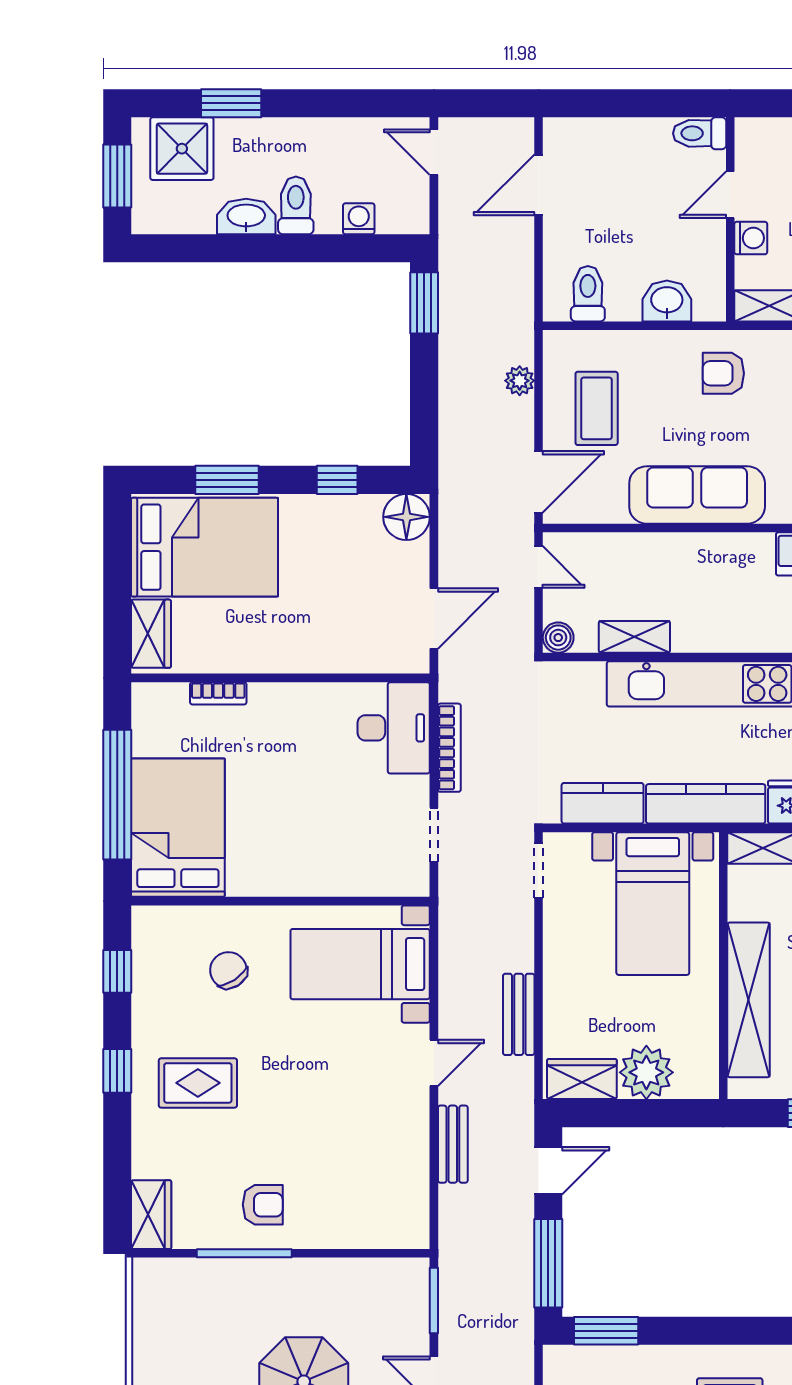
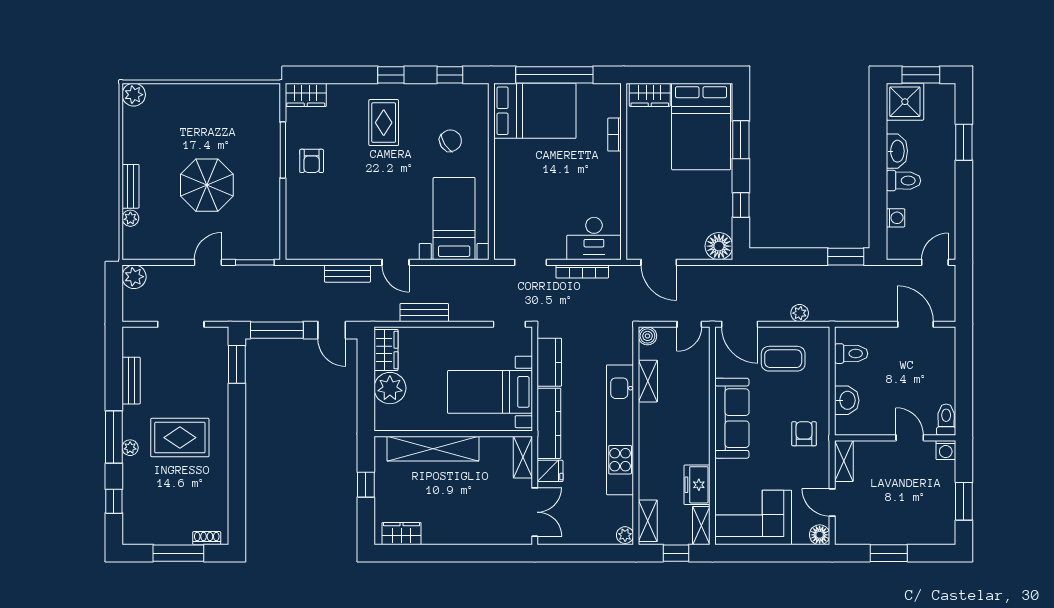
shower: (182, 149) -> (905, 102), moved
washing machine: (751, 238) -> (946, 450), moved

